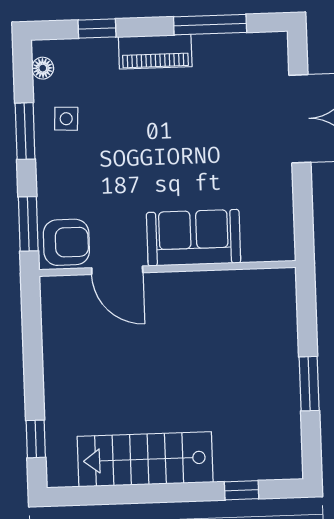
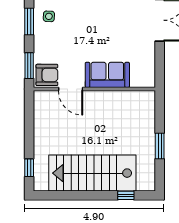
stairs: (145, 459) -> (92, 173), width x1.36, depth x1.51

